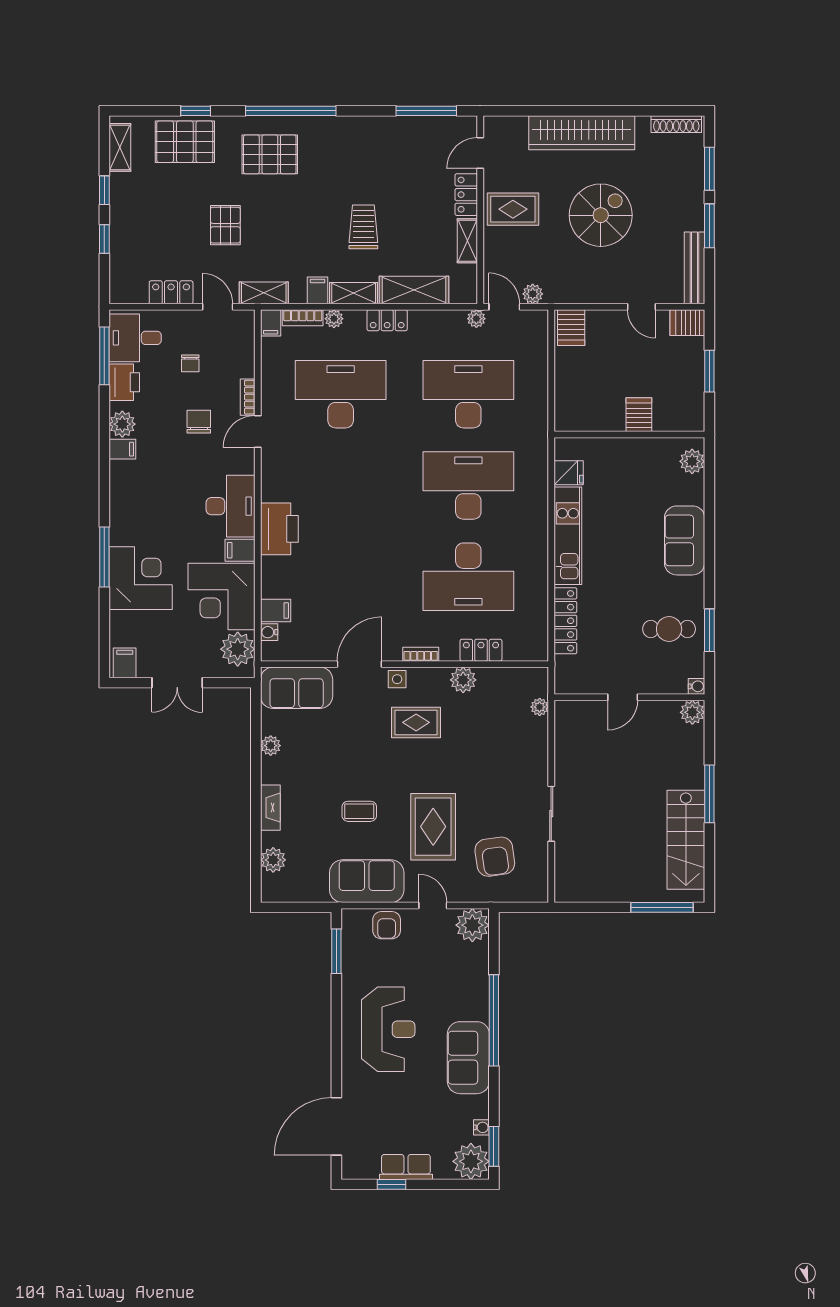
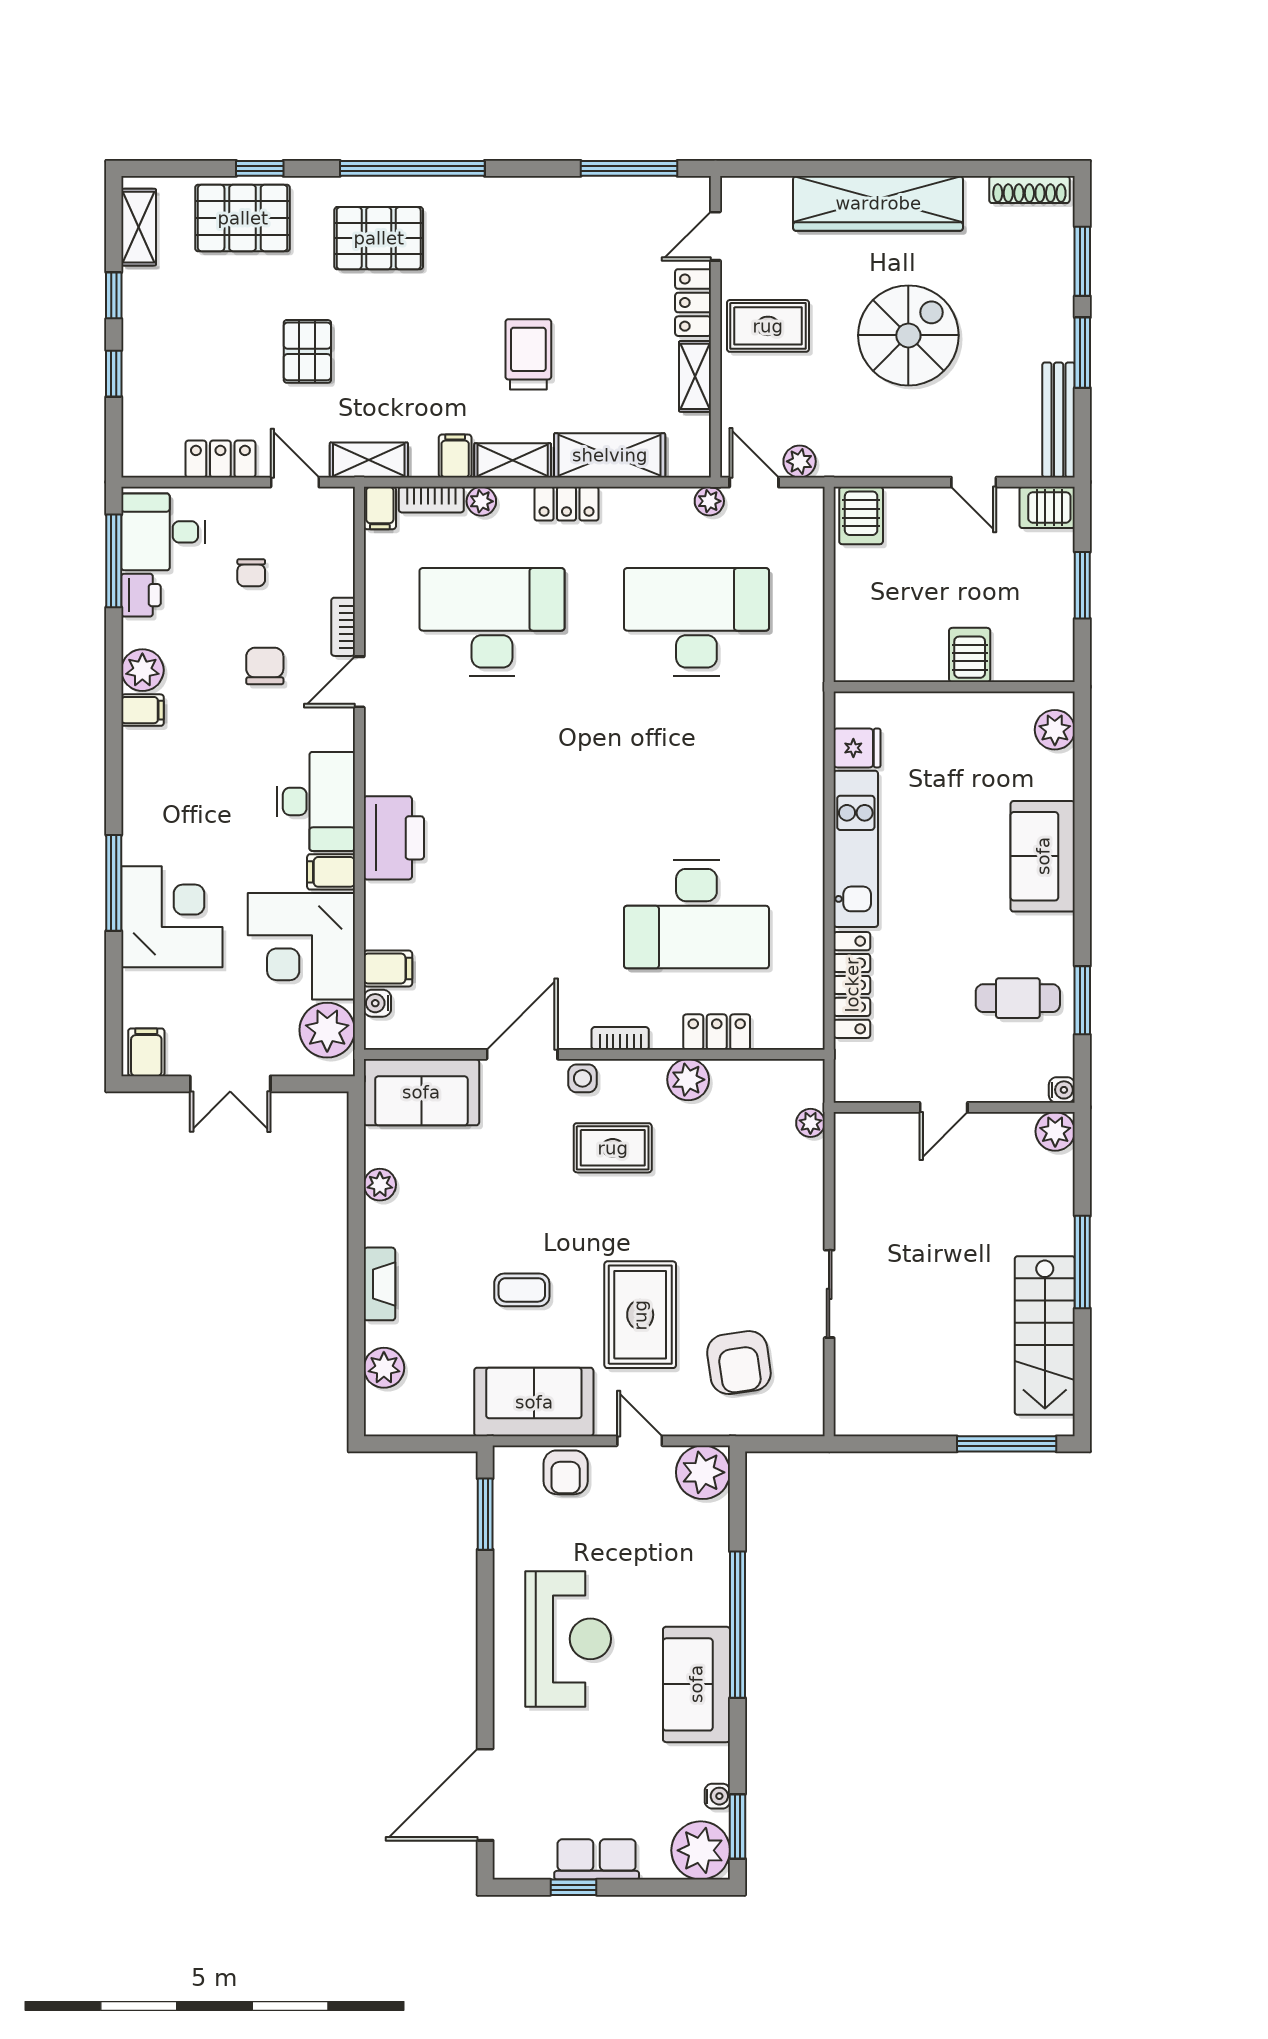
printer: (124, 382) -> (141, 595), width x0.73, depth x0.81
desk: (468, 485) -> (696, 768), removed

